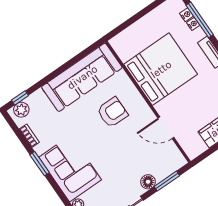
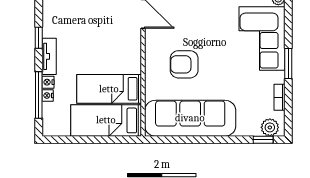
nightstand: (186, 15) -> (48, 82), moved
bed: (140, 35) -> (106, 120), added
bed: (161, 69) -> (109, 89), width x0.49

